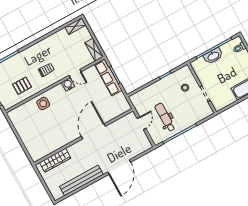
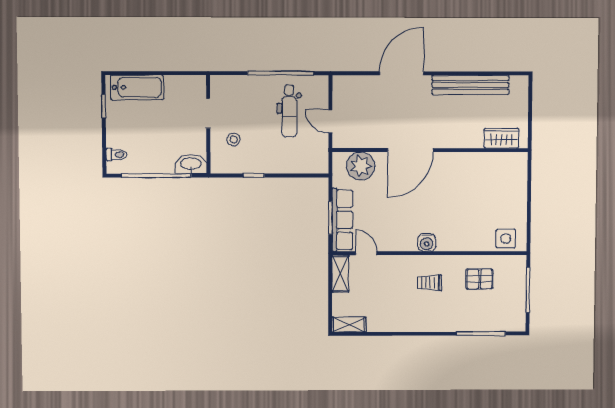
washbasin: (213, 56) -> (191, 164), moved
door: (75, 74) -> (366, 253), moved
water cooler: (68, 85) -> (427, 242), moved
side table: (43, 103) -> (506, 239), moved
plant: (114, 109) -> (361, 166), added
door: (142, 123) -> (330, 121), hinge flipped
wardrobe: (55, 160) -> (501, 138), width x0.67

